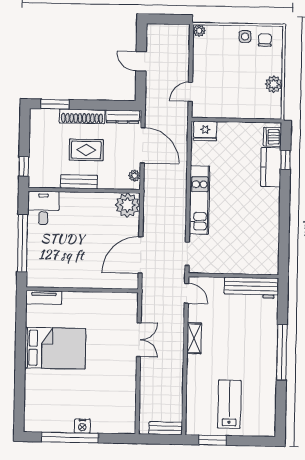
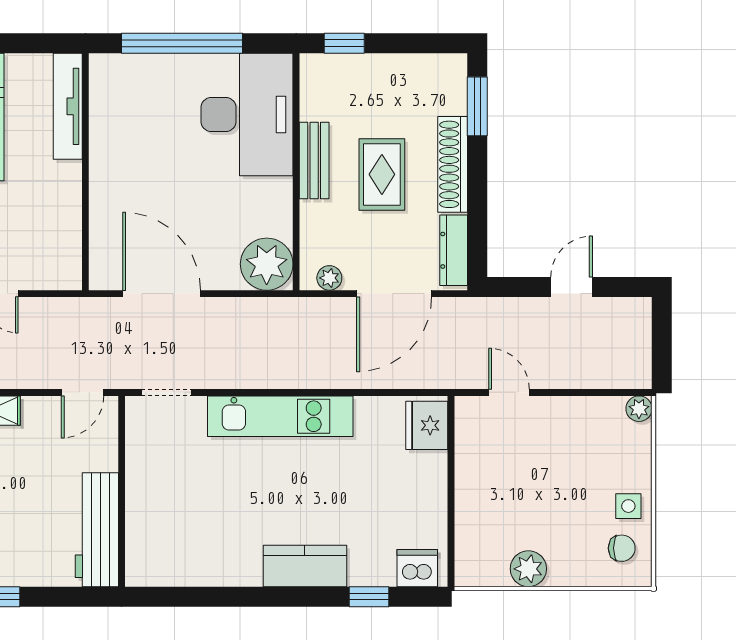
kitchen counter: (271, 167) -> (305, 566), moved
desk: (43, 208) -> (247, 114), width x1.87, depth x1.30
tv unit: (44, 298) -> (68, 106), width x1.41

